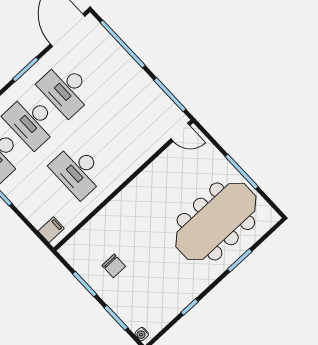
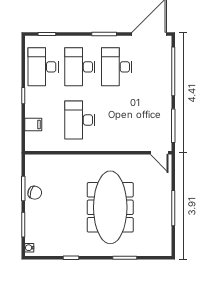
meeting table: (216, 221) -> (110, 207), moved, turned 90
filing cabinet: (51, 230) -> (33, 124), moved
chair: (114, 266) -> (35, 193), moved, turned -72

